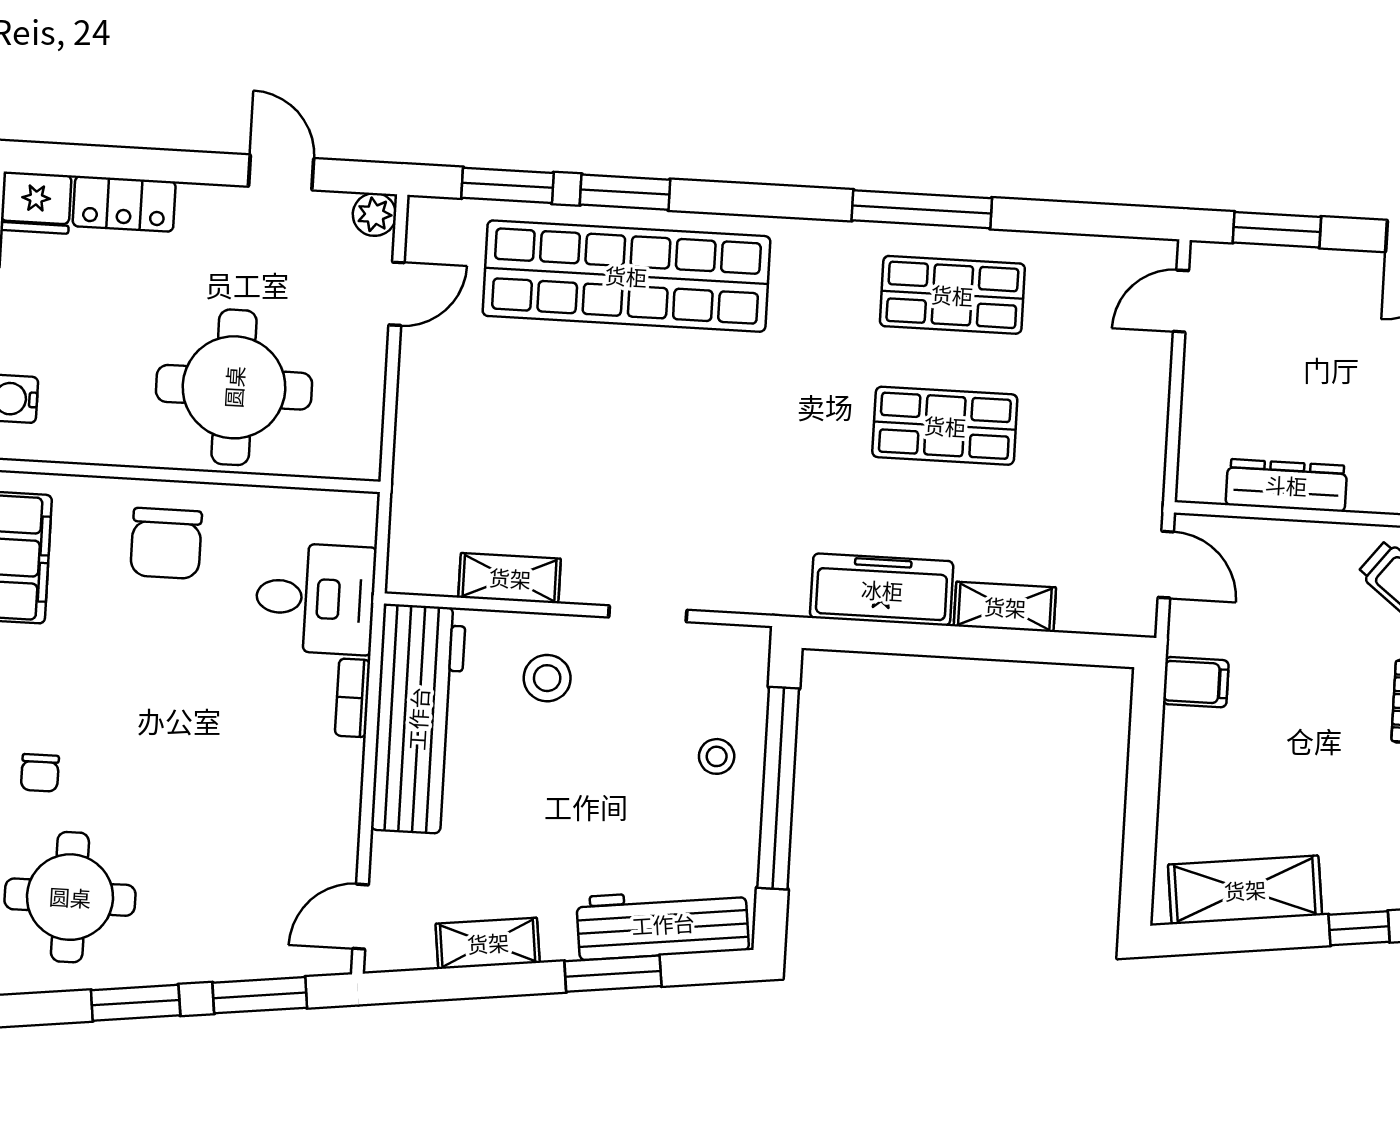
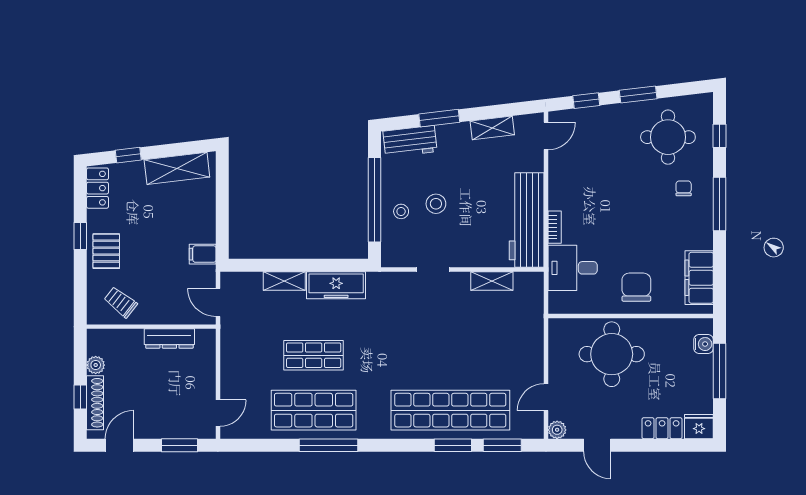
shop shelf: (952, 295) -> (314, 410), width x1.43, depth x1.36
stool: (547, 678) -> (436, 204), moved
workbench: (663, 924) -> (410, 141), width x0.73
window: (260, 995) -> (586, 101), width x0.67

